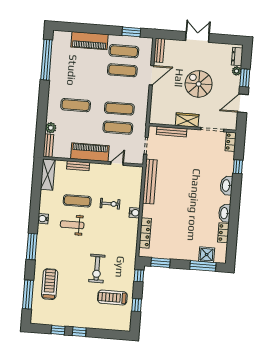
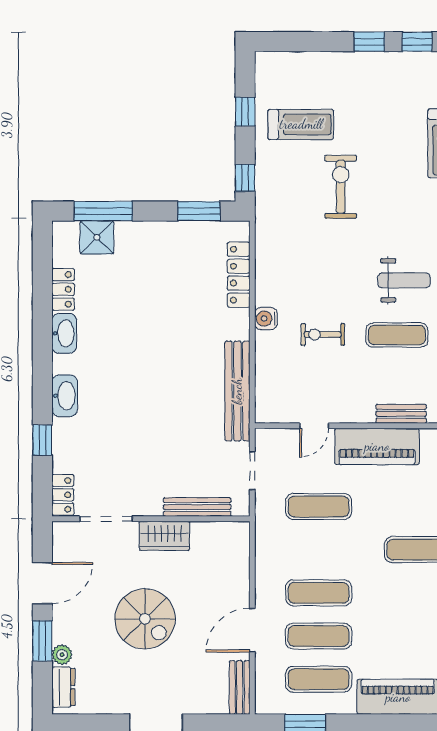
exercise mat: (119, 109) -> (319, 593), moved

